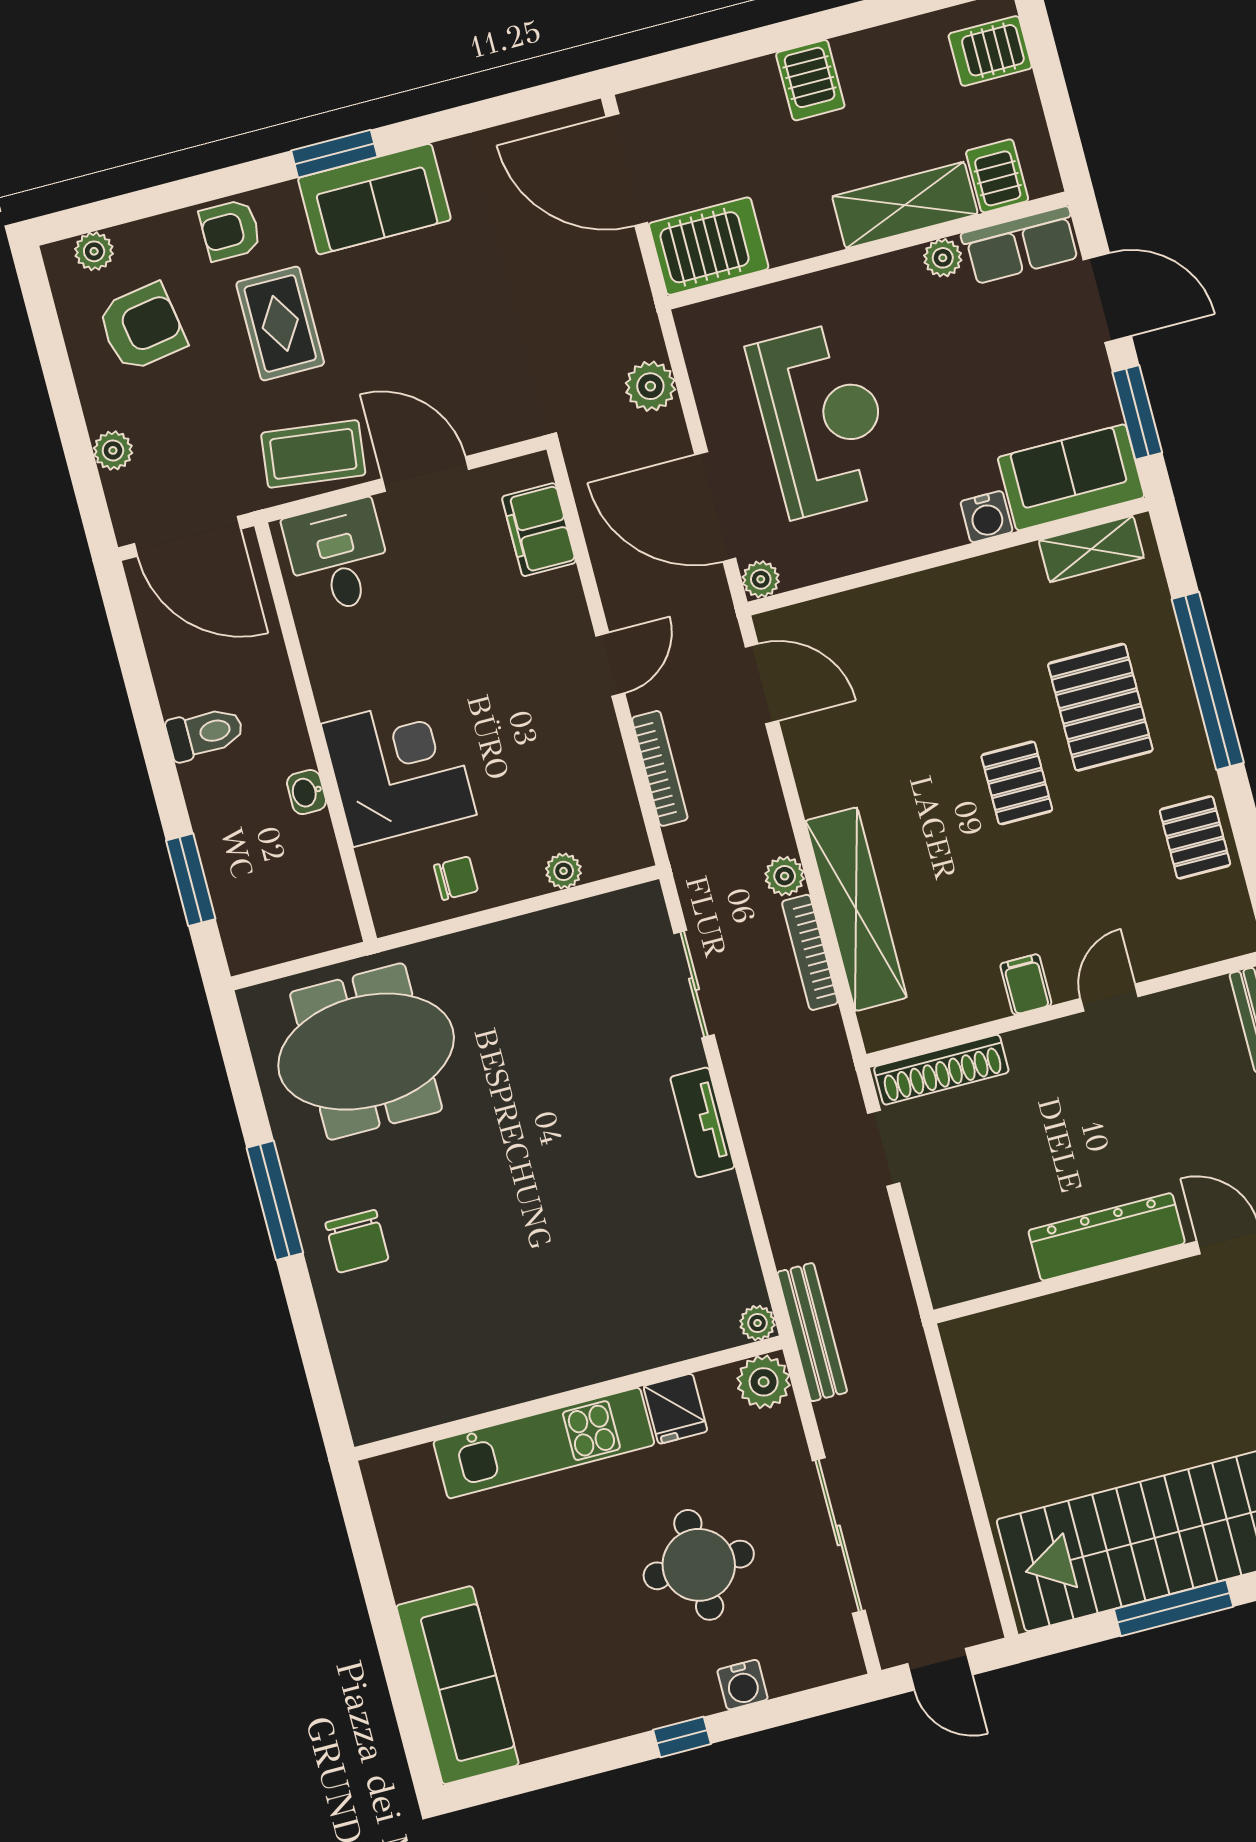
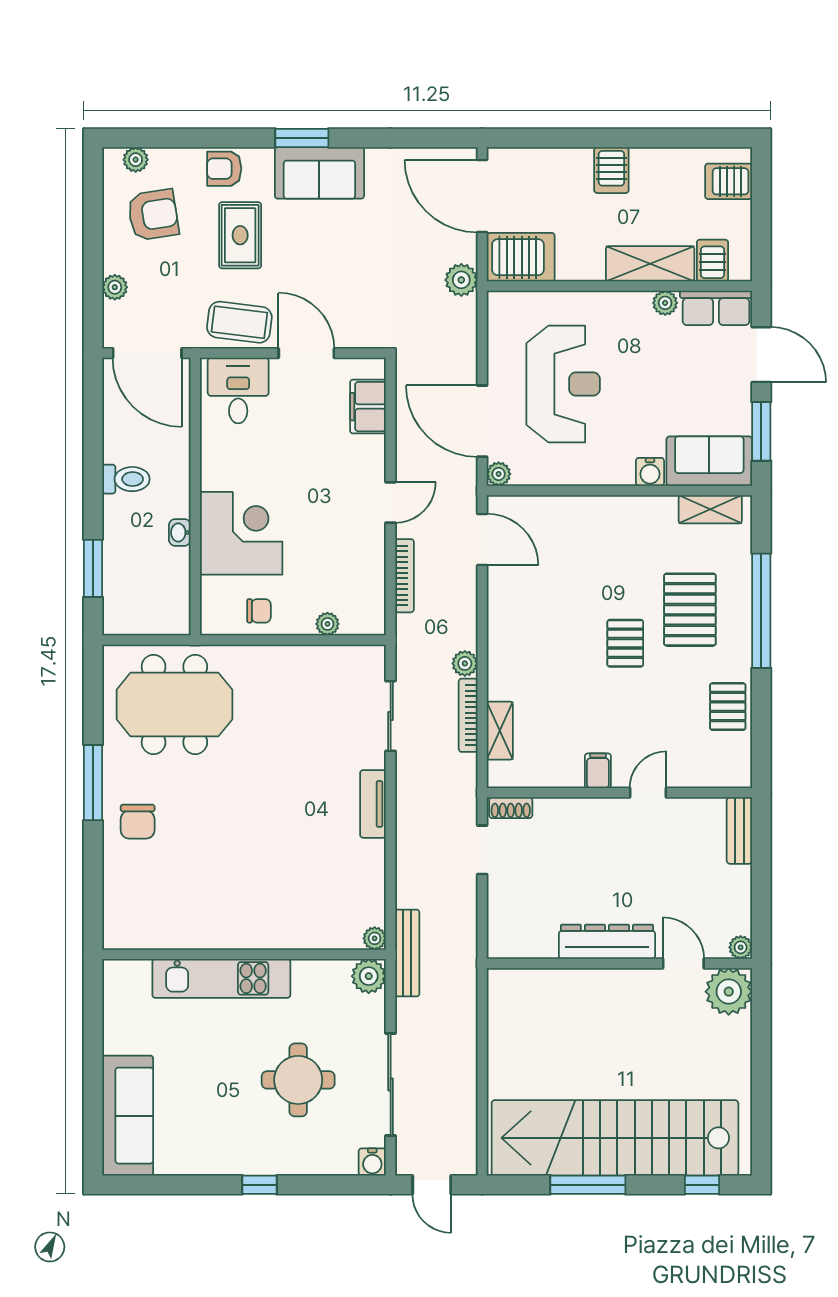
plant: (650, 386) -> (461, 280), moved
shelving: (856, 909) -> (500, 731), width x0.45, depth x0.75
shoe rack: (941, 1070) -> (511, 808), width x0.51, depth x0.81
fridge: (675, 1409) -> (309, 979), removed
water cooler: (742, 1685) -> (372, 1162), moved

